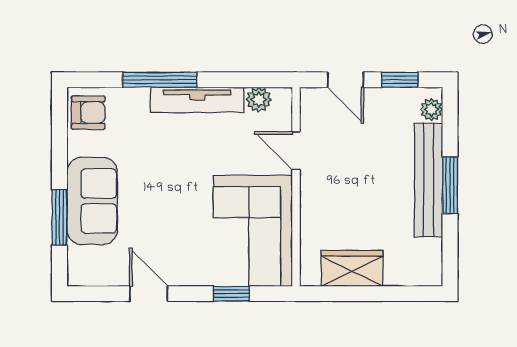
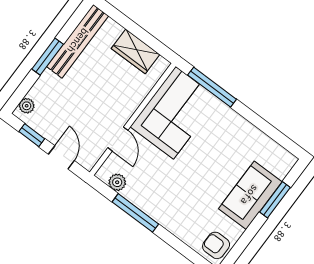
window: (160, 80) -> (135, 213), moved
tv unit: (197, 100) -> (151, 208), removed
bench: (429, 180) -> (78, 41), moved
door: (149, 294) -> (257, 121), removed
window: (231, 294) -> (212, 87), width x2.17

